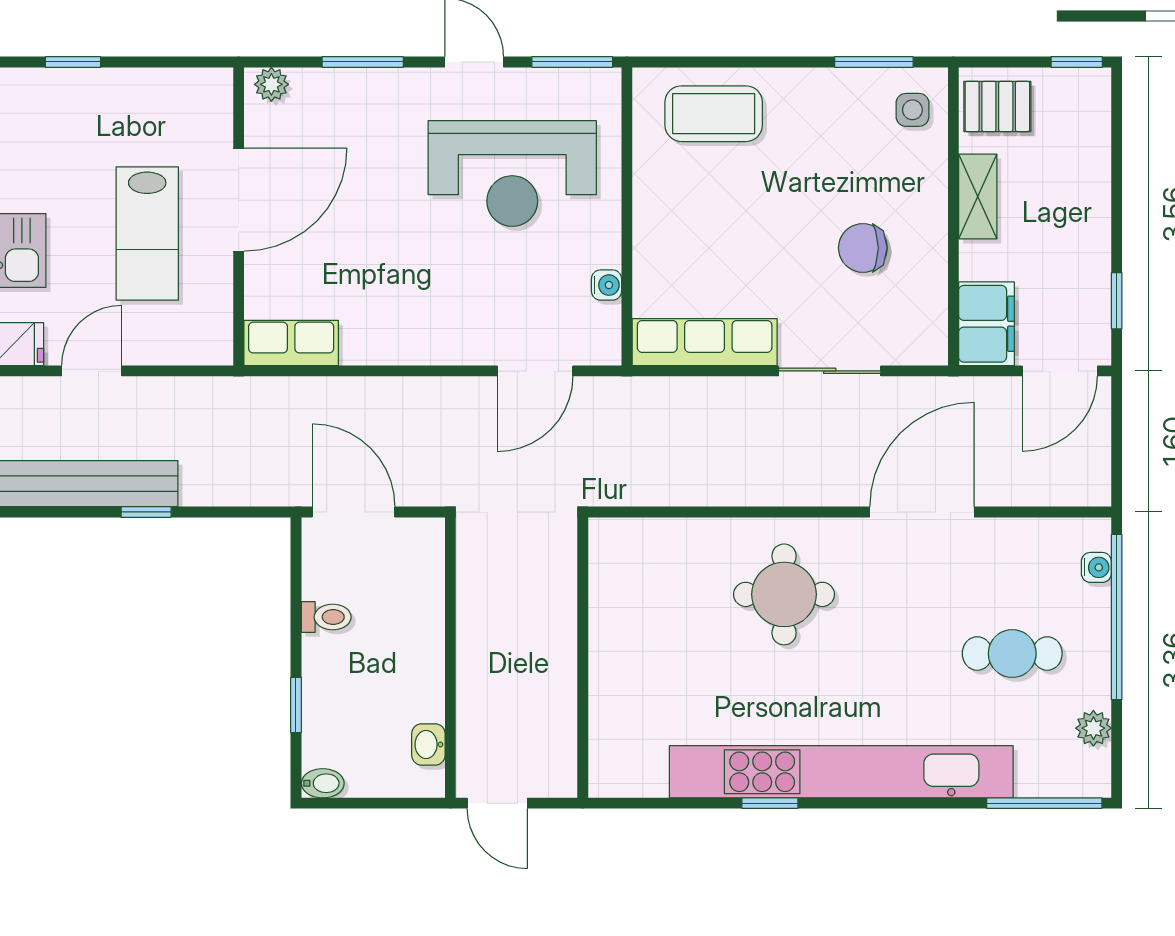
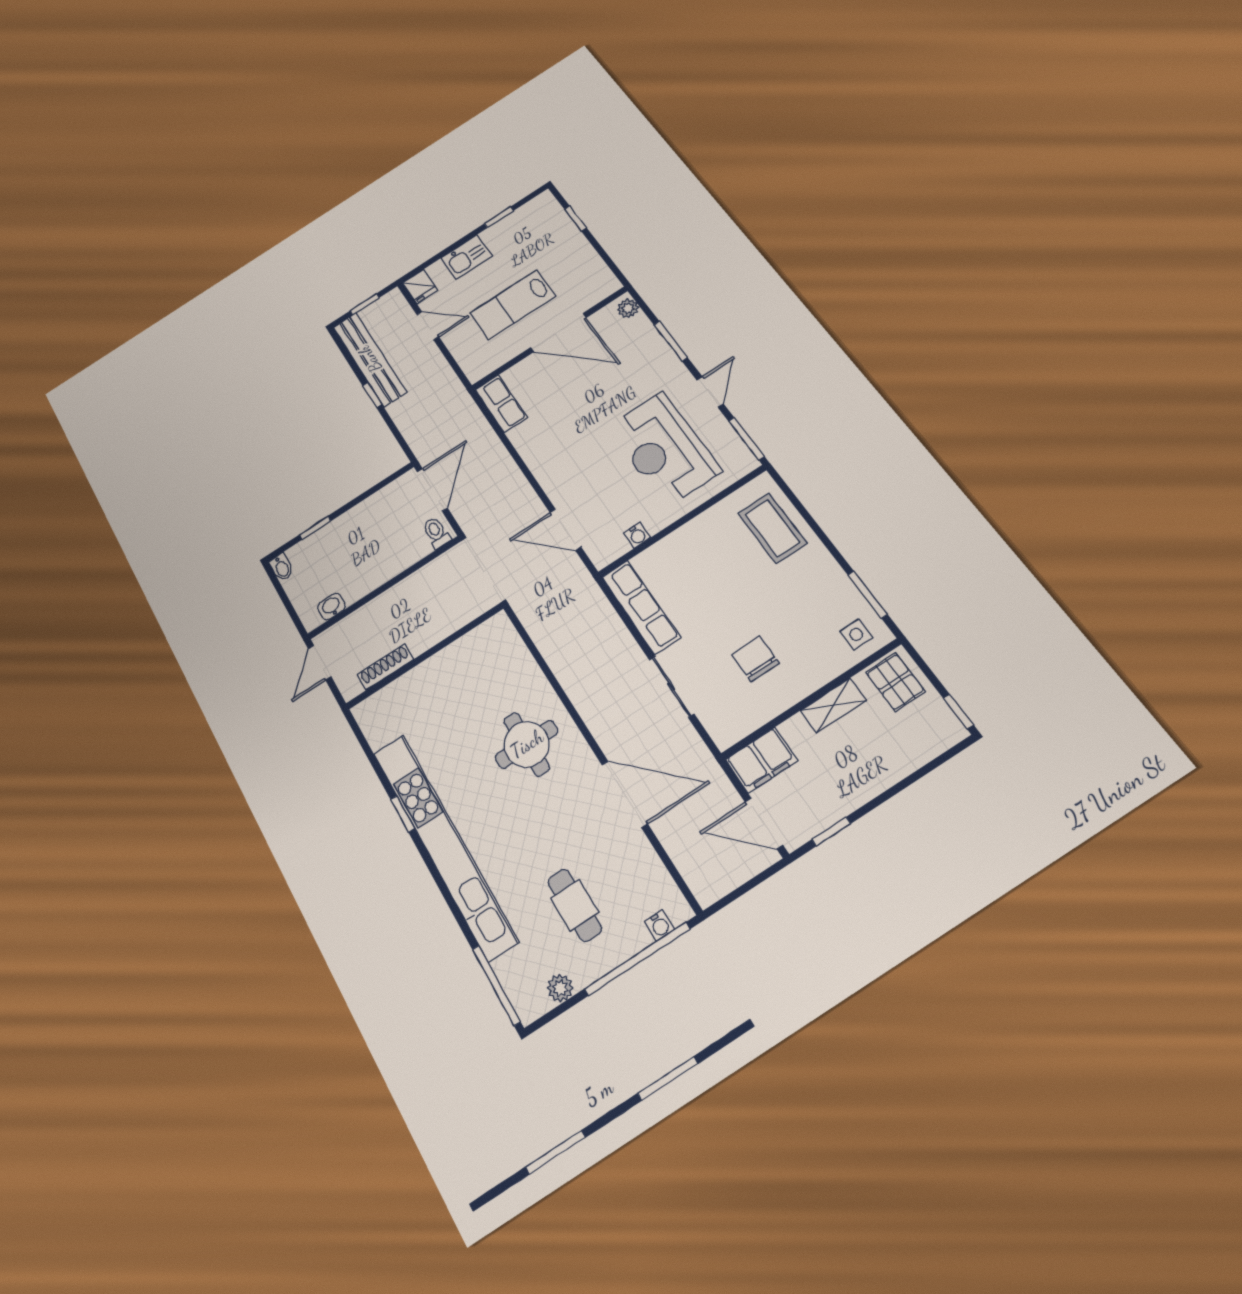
toilet: (326, 617) -> (436, 533), moved, turned 180
shoe rack: (563, 718) -> (385, 667), added

